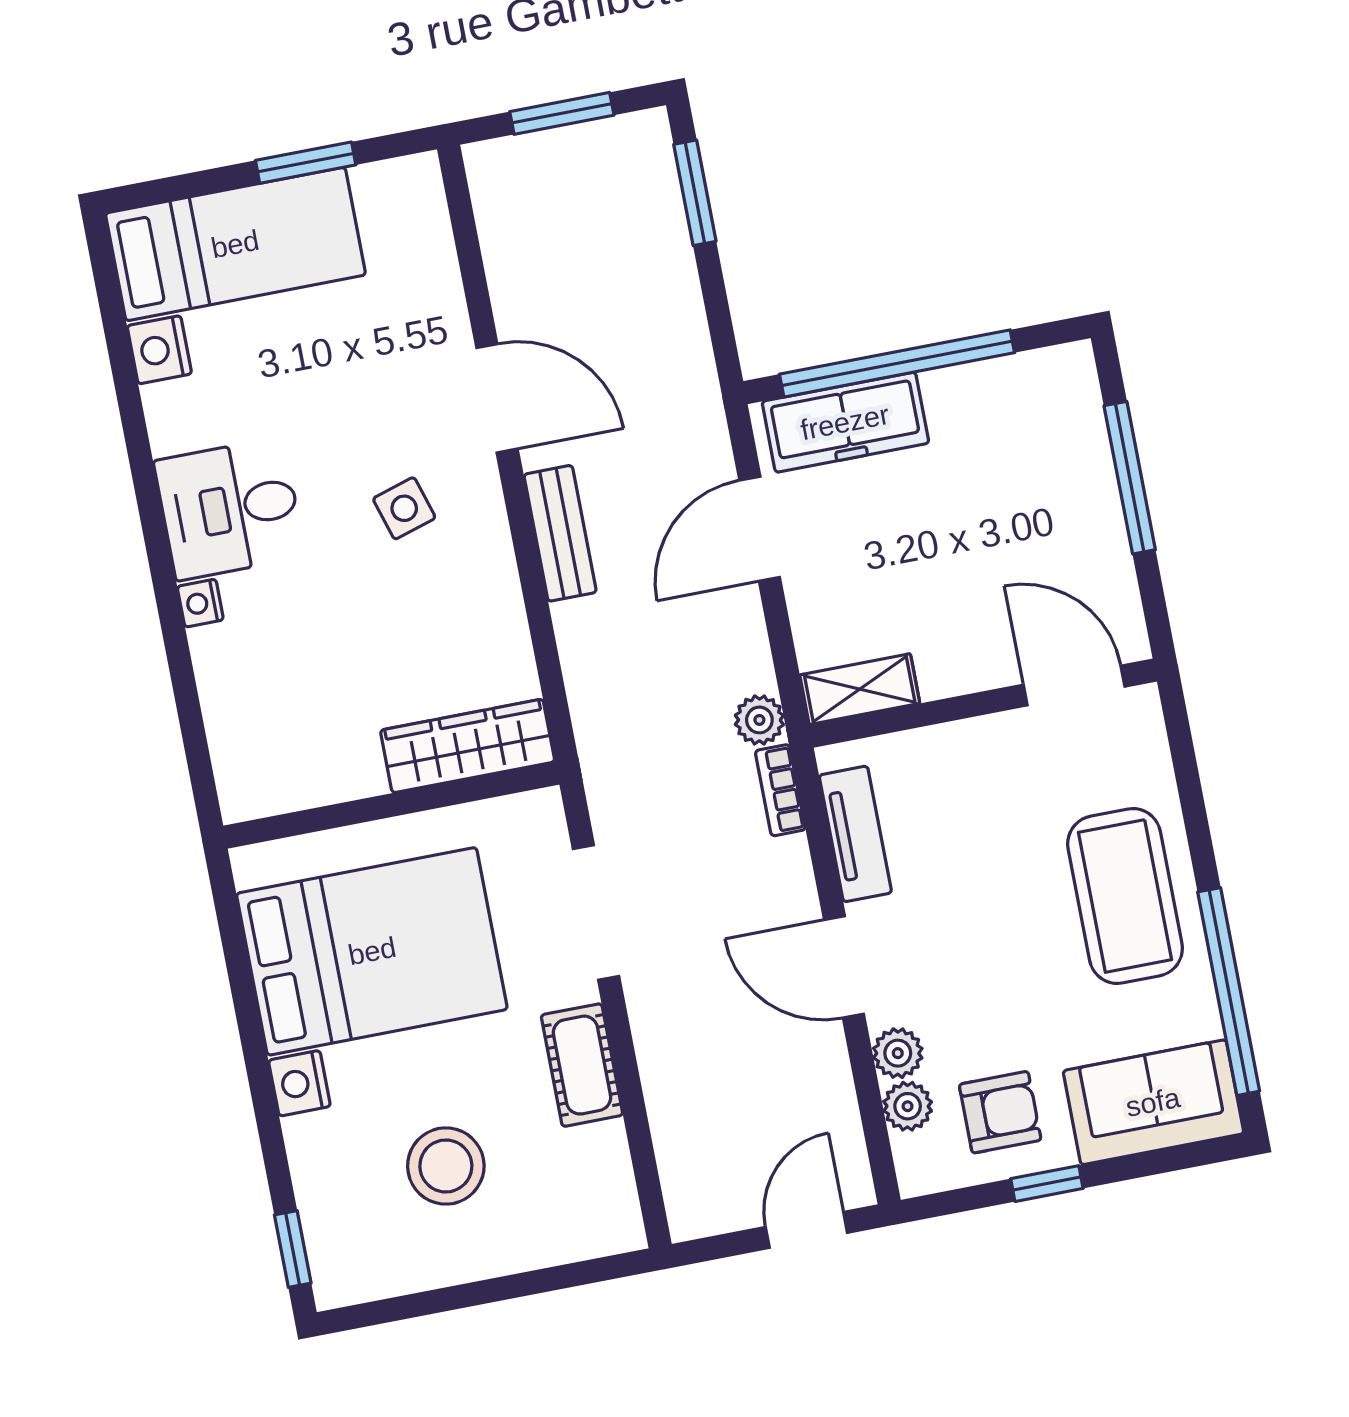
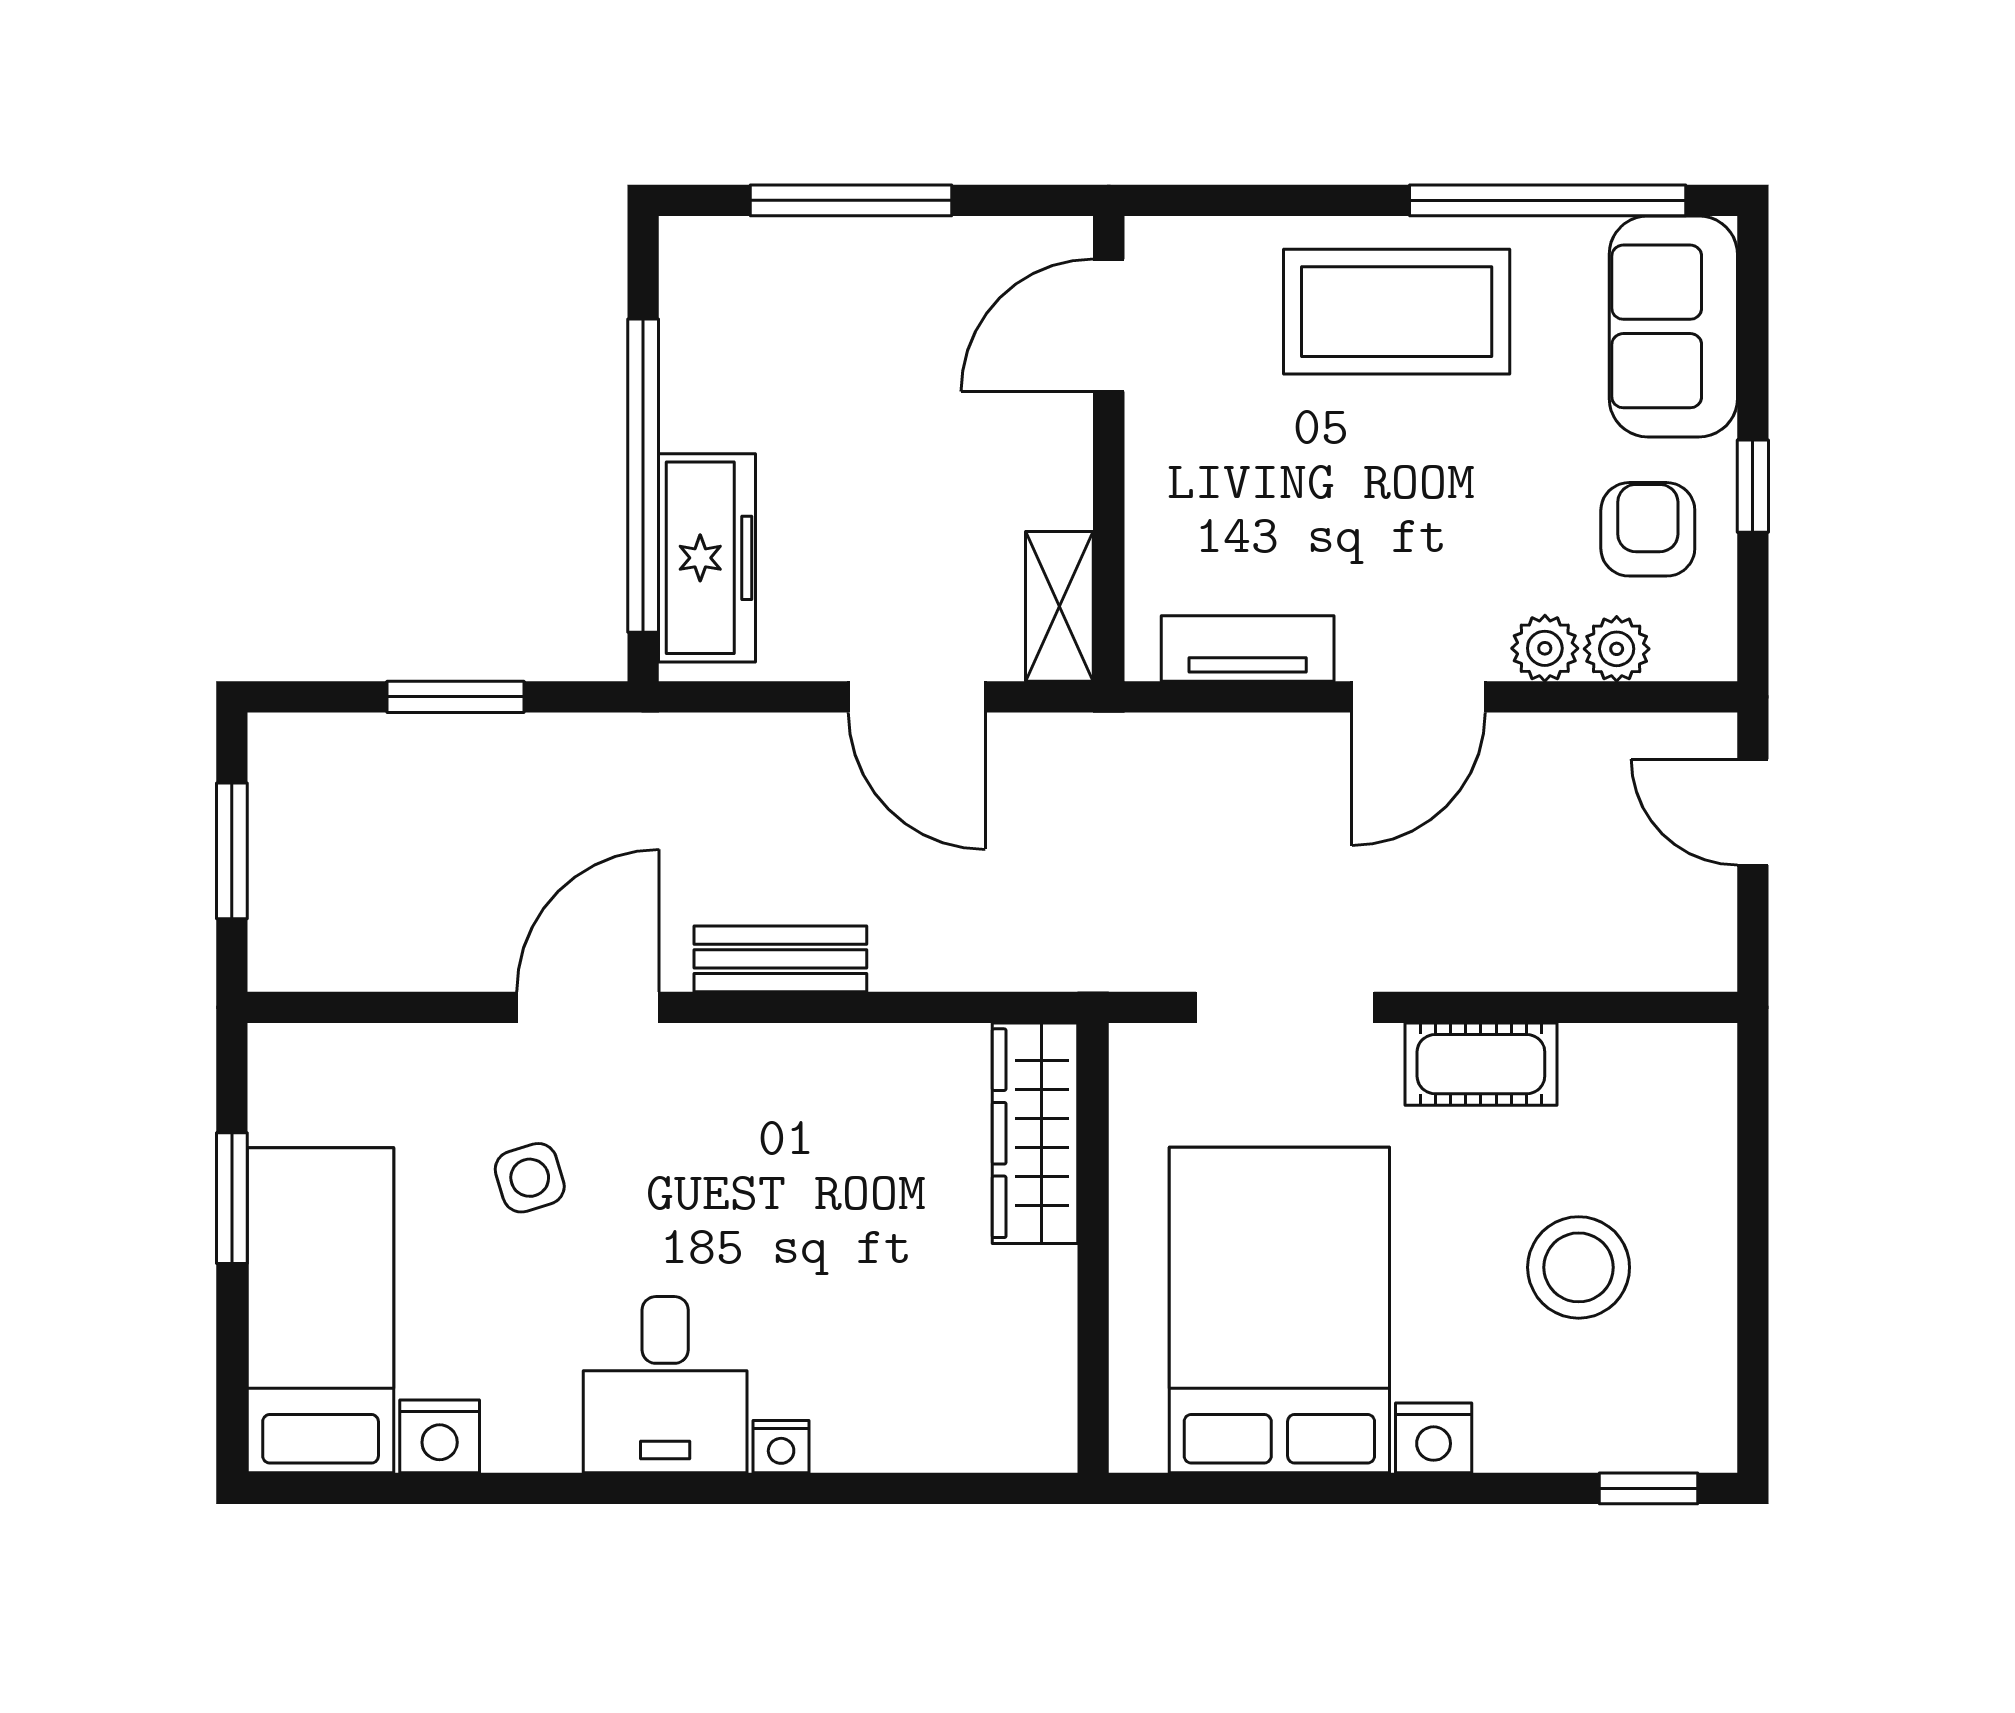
window: (695, 193) -> (455, 697), moved
side table: (404, 508) -> (530, 1178), moved
door: (760, 529) -> (917, 697), moved
plant: (759, 720) -> (1074, 745), removed
bookcase: (780, 790) -> (1172, 736), removed

